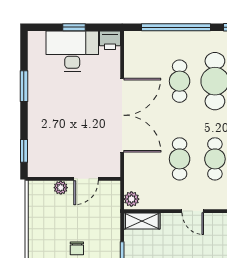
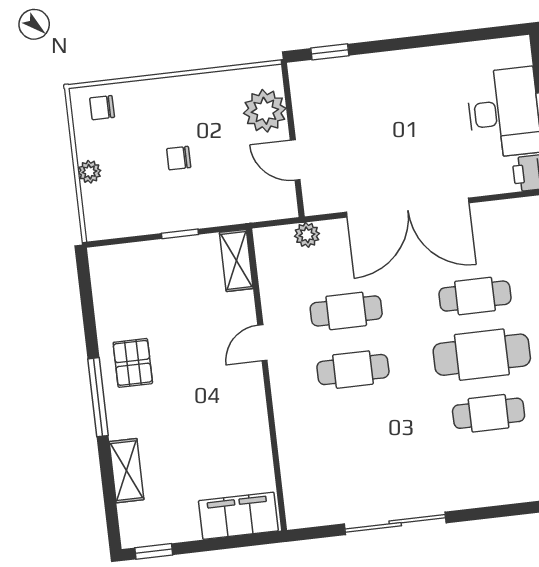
window: (24, 86) -> (437, 39), removed
plant: (61, 188) -> (265, 111), width x1.87, depth x1.87
plant: (131, 199) -> (307, 235), moved

